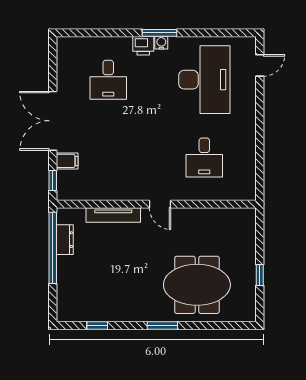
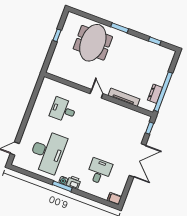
desk: (204, 80) -> (47, 152), turned 180
desk: (204, 157) -> (63, 110), turned -90
filing cabinet: (67, 161) -> (114, 199), moved
meeting table: (197, 285) -> (93, 43), turned 90

